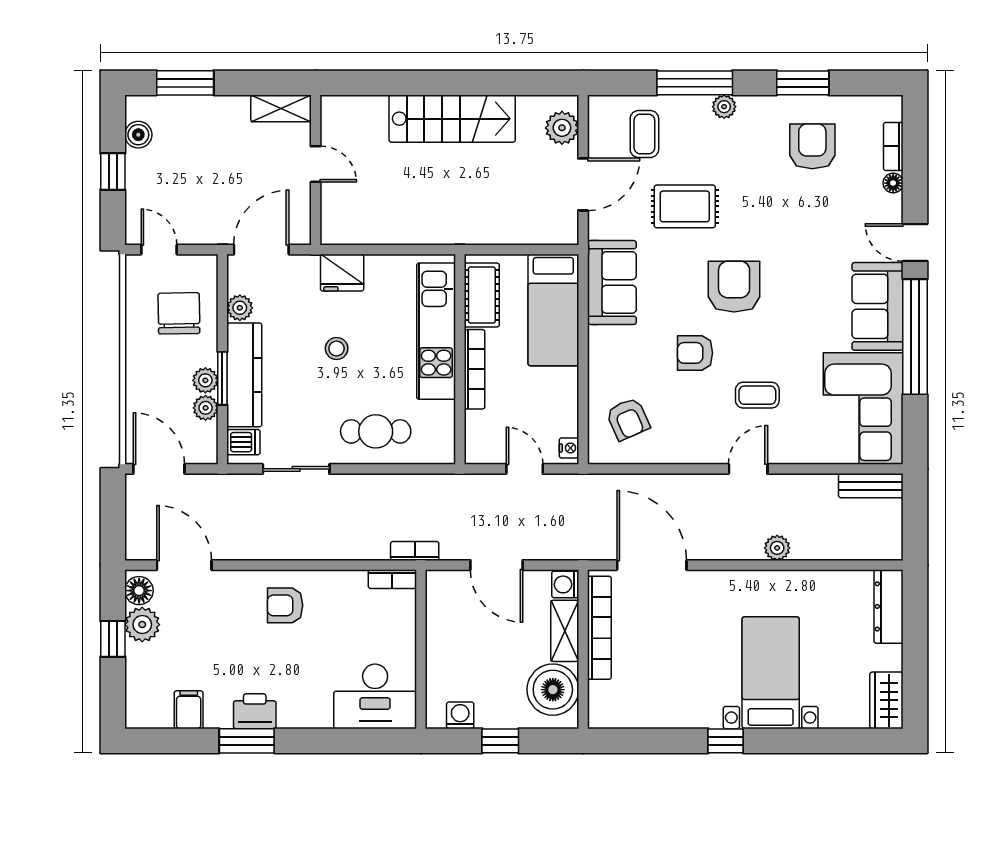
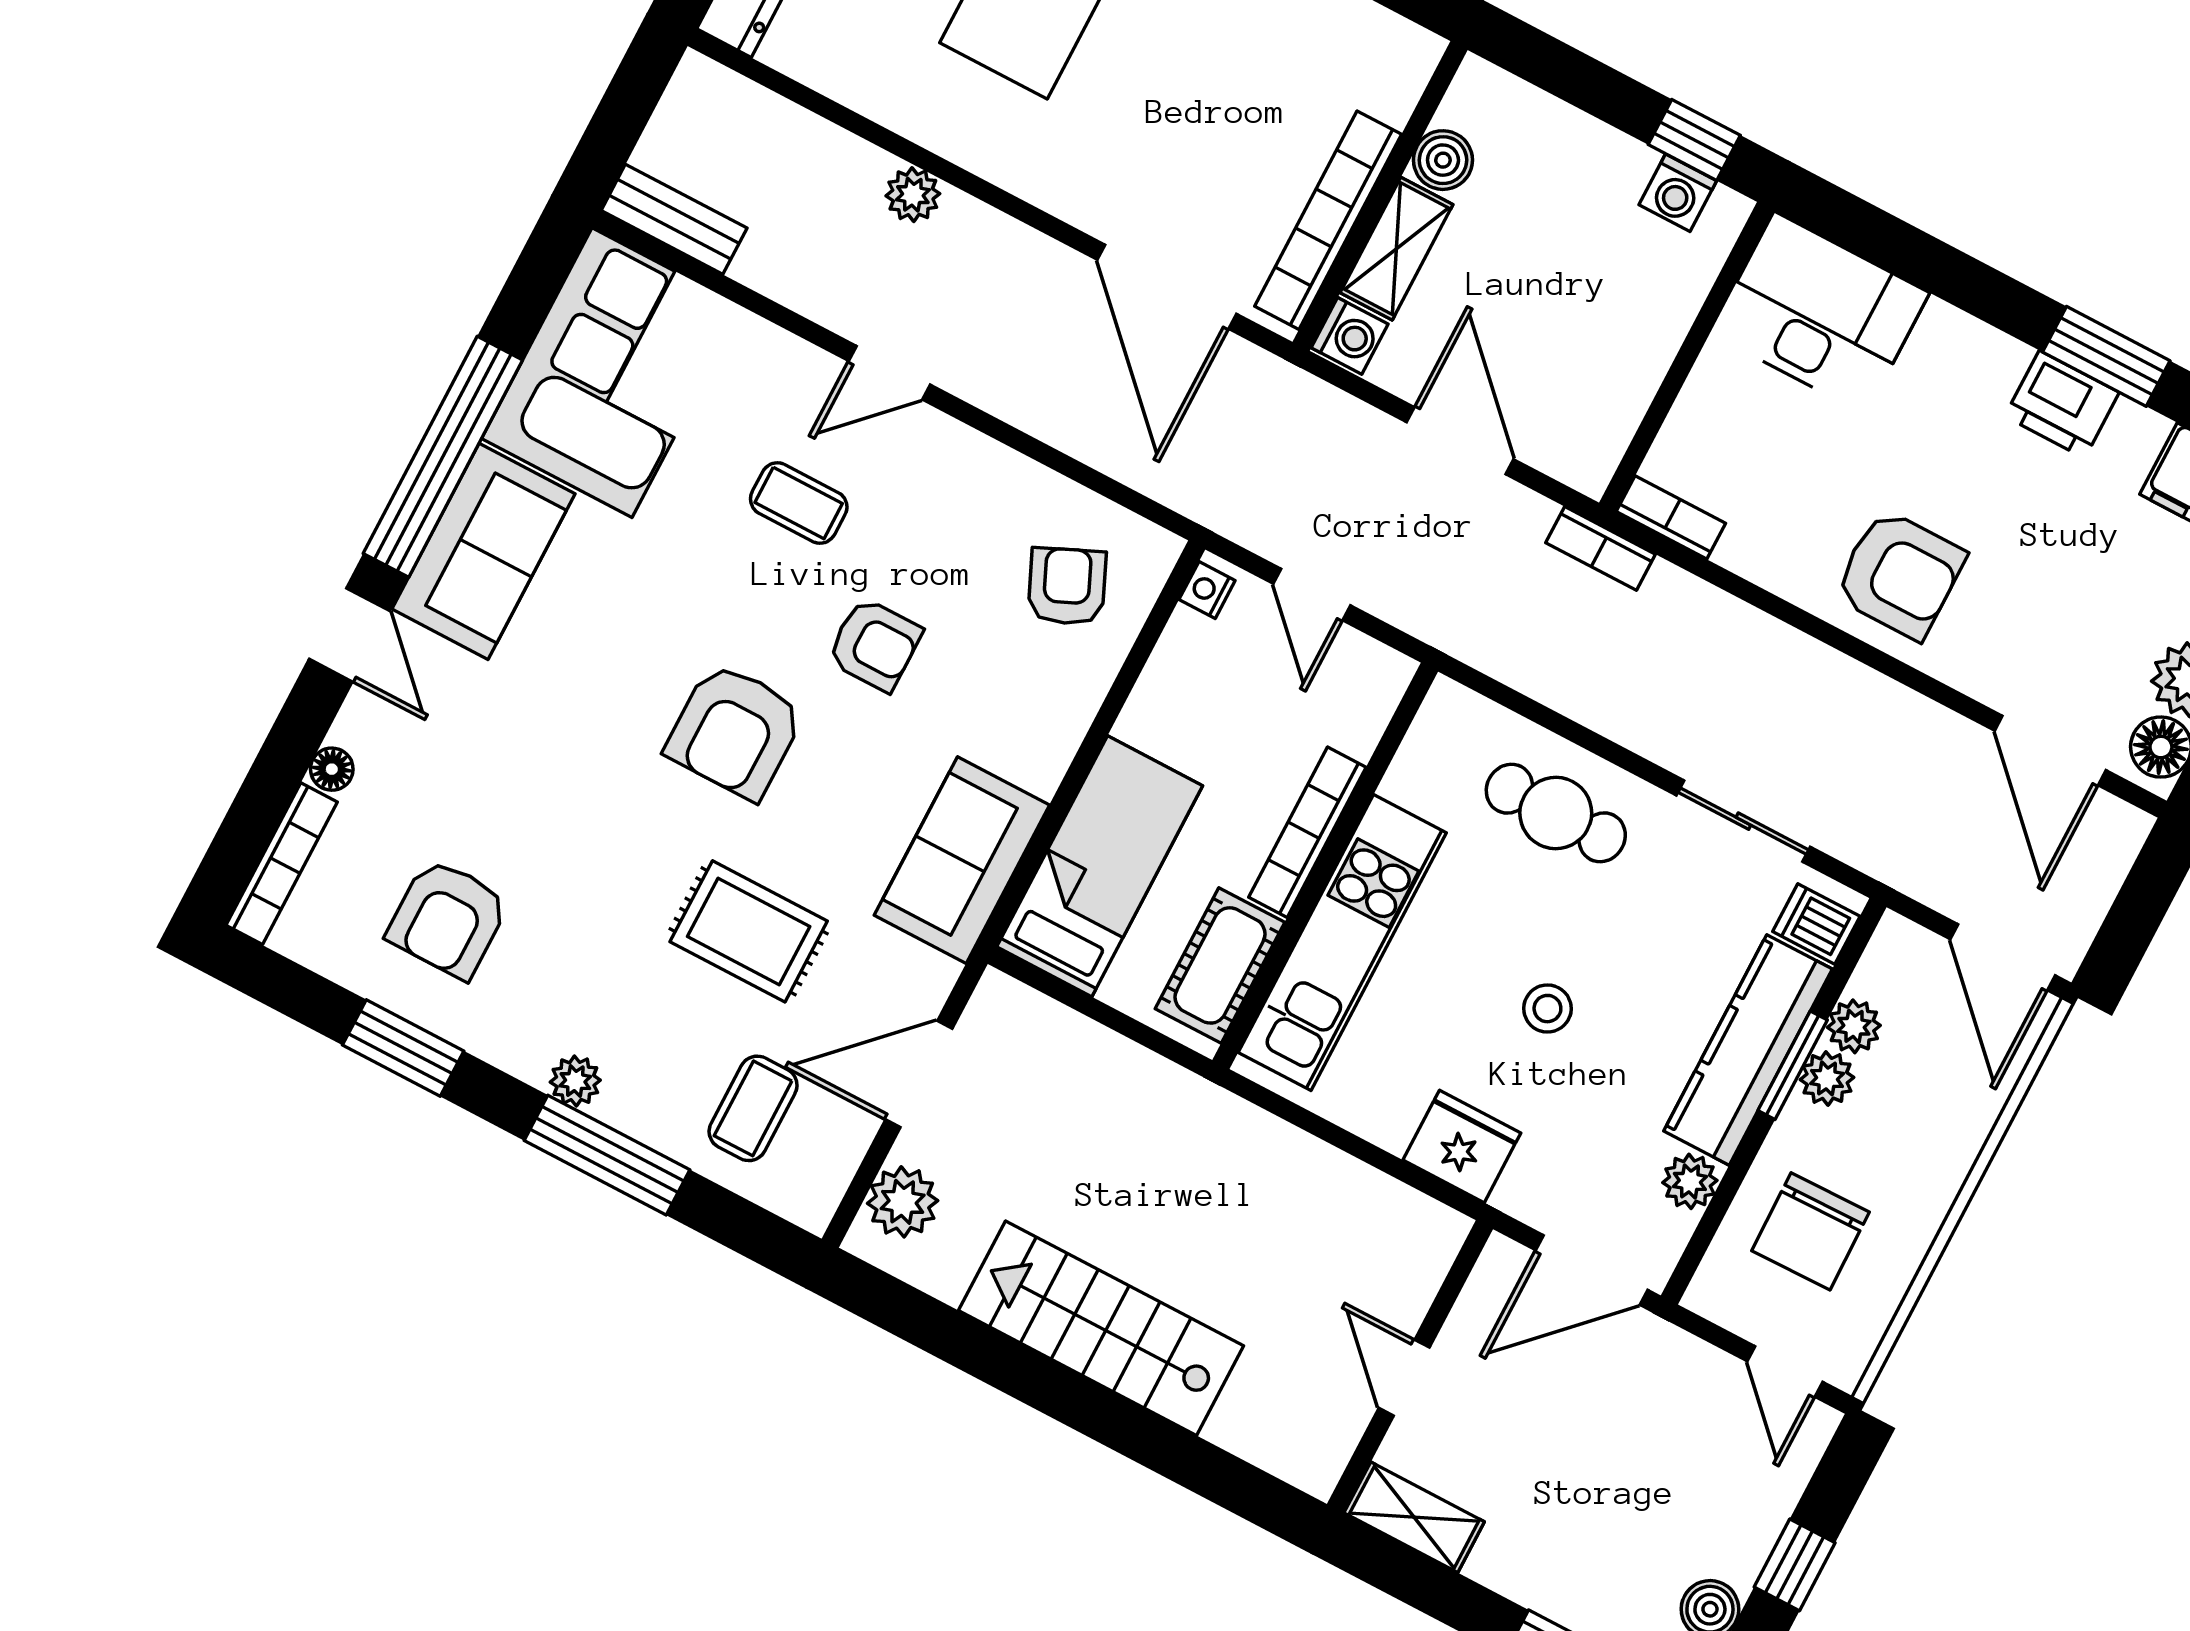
bookcase: (893, 146) -> (282, 864), width x1.56
armchair: (285, 605) -> (1900, 574), width x1.38, depth x1.38
boiler: (553, 690) -> (1443, 160), width x0.54, depth x0.54
window: (500, 741) -> (1694, 140), moved

